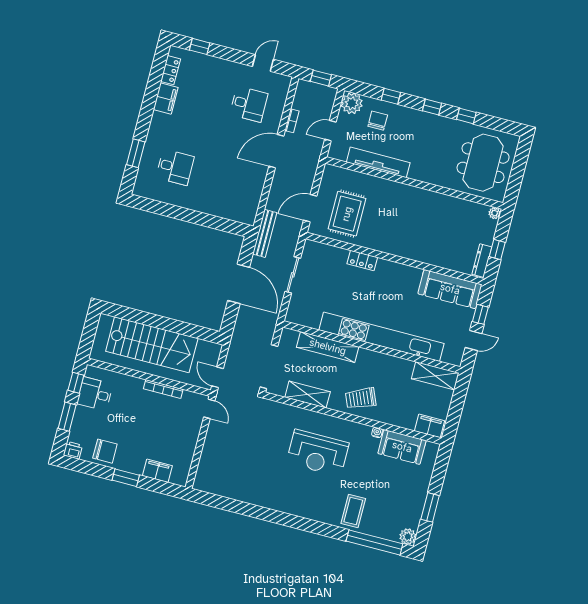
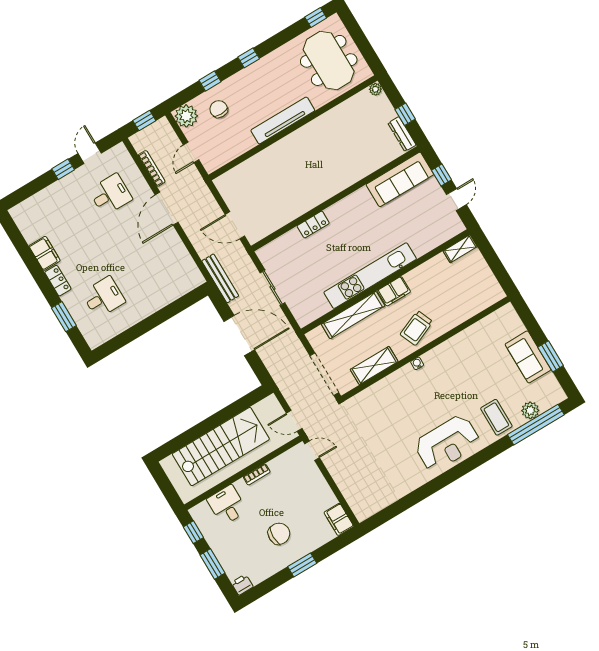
window: (200, 46) -> (63, 169), moved
locker: (171, 70) -> (58, 281), moved
window: (466, 116) -> (316, 18), moved
bookcase: (292, 121) -> (152, 168), width x1.56
tv unit: (378, 162) -> (283, 120), moved
door: (310, 208) -> (235, 225), hinge flipped
rug: (347, 214) -> (266, 201), removed
kitchen unit: (381, 337) -> (370, 276), width x0.73
shelving: (435, 376) -> (460, 249), width x0.67, depth x0.75
bookcase: (163, 389) -> (257, 475), width x0.64
desk: (95, 394) -> (227, 505), moved, turned 90
filing cabinet: (430, 426) -> (394, 291), moved, turned 180
water cooler: (377, 432) -> (417, 363), moved
sofa: (402, 447) -> (528, 357), moved, turned 90
chair: (105, 451) -> (279, 534), moved
reception desk: (318, 453) -> (447, 443), moved
filing cabinet: (157, 471) -> (339, 519), moved, turned -90
plant: (408, 537) -> (530, 410), moved

